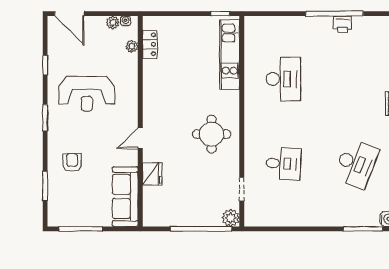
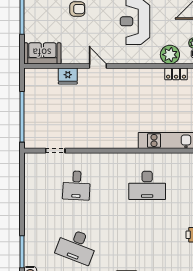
plant: (132, 46) -> (170, 55), width x1.87, depth x1.87
round table: (212, 134) -> (101, 125), removed
sofa: (125, 197) -> (42, 53), width x0.73
plant: (231, 218) -> (31, 141), removed

